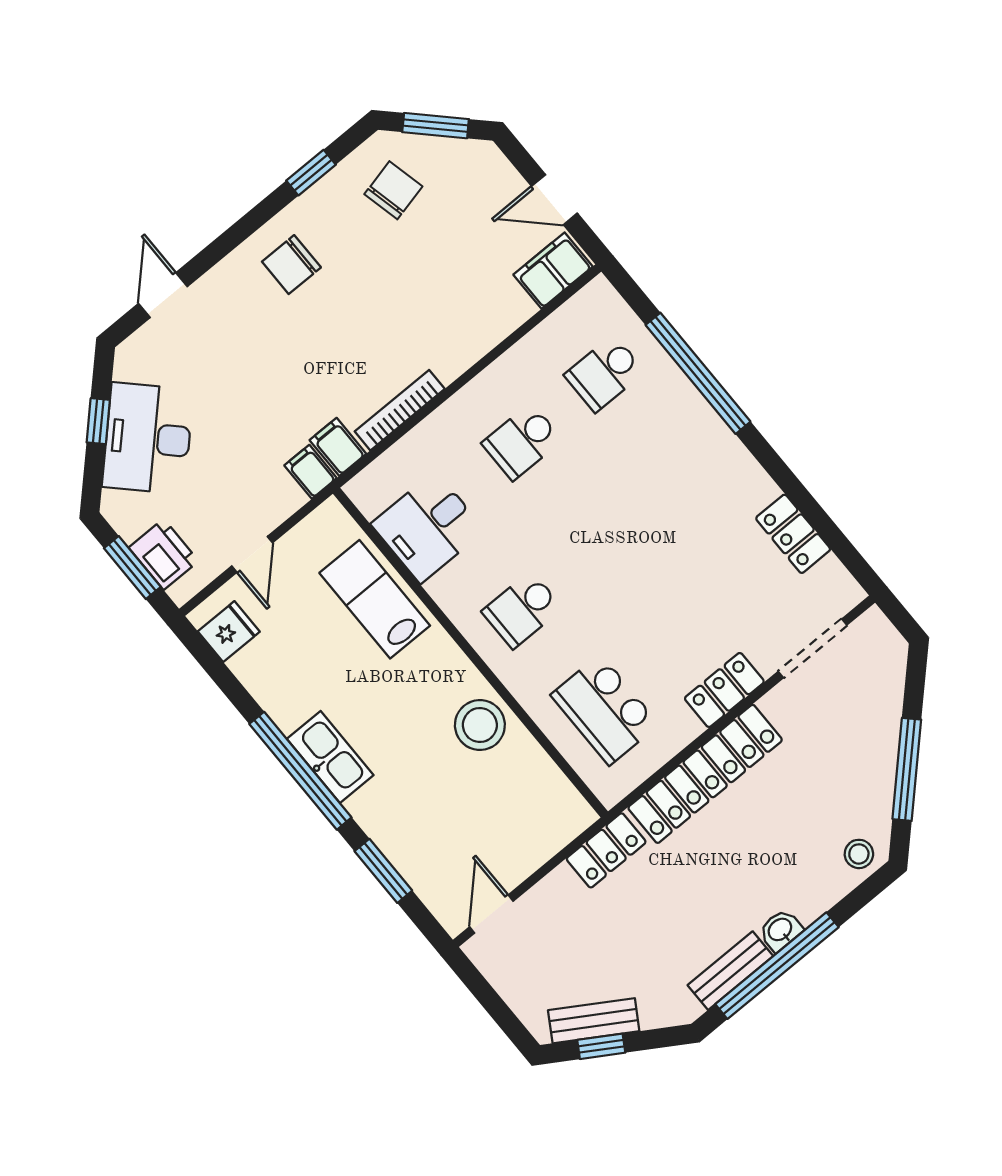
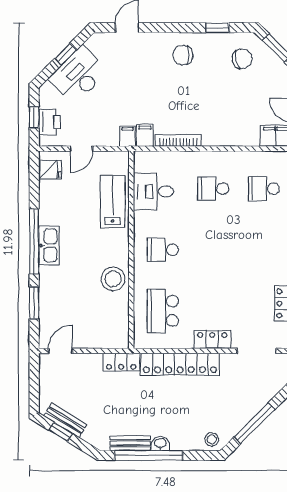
window: (132, 568) -> (34, 117), width x0.67

